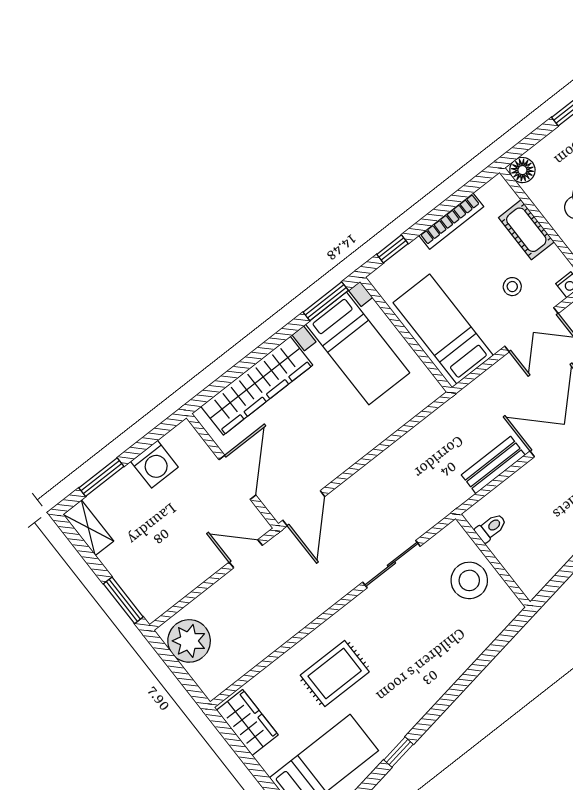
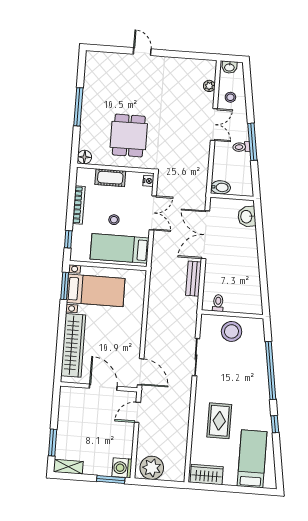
stool: (512, 287) -> (114, 220), moved
washing machine: (154, 464) -> (122, 468), moved, turned 180
window: (465, 680) -> (271, 370), added

